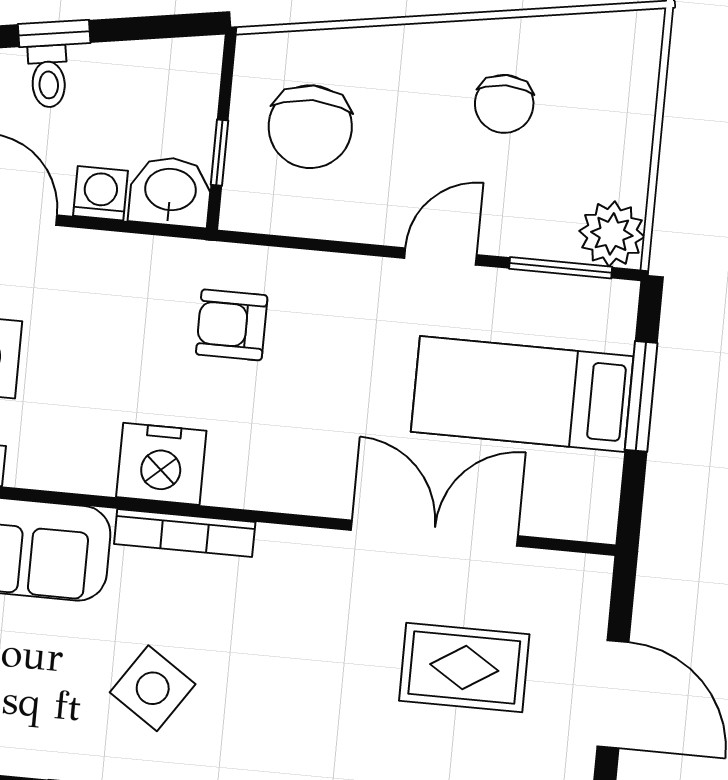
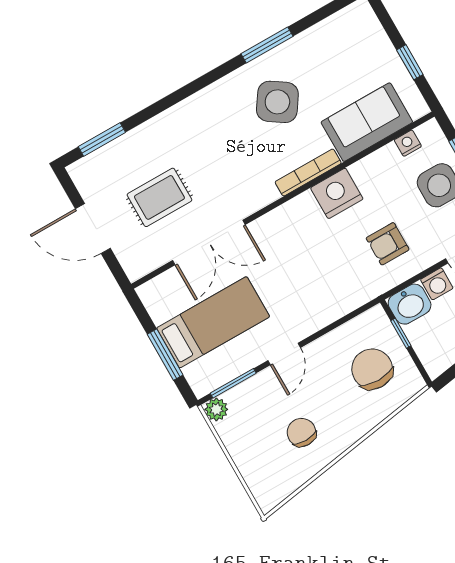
plant: (612, 234) -> (216, 409), width x0.73, depth x0.73
armchair: (232, 325) -> (388, 244), moved, turned 180
side table: (153, 688) -> (277, 102), width x1.37, depth x1.37

